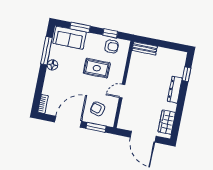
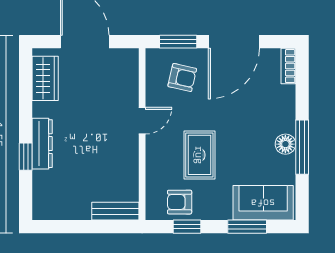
window: (47, 51) -> (302, 147), moved
rug: (97, 68) -> (199, 155), turned 90
window: (186, 74) -> (26, 157), moved

